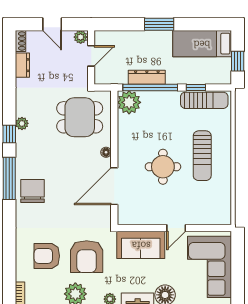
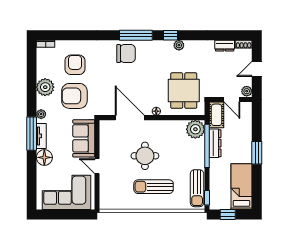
cot: (111, 75) -> (217, 115), added
window: (196, 88) -> (207, 198), moved

